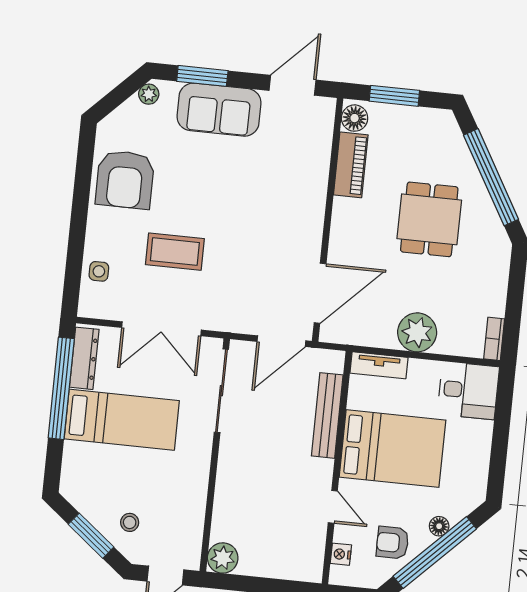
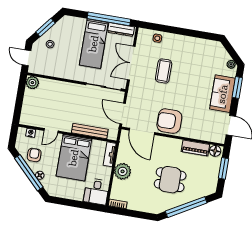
armchair: (125, 180) -> (169, 121), moved

